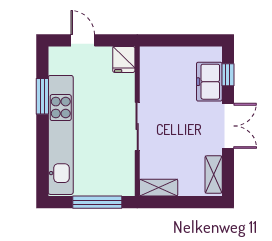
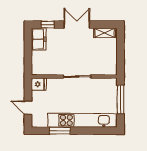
door: (83, 40) -> (28, 108), hinge flipped
freezer: (209, 82) -> (39, 39), moved, turned -90
shelving: (159, 188) -> (112, 64), removed

